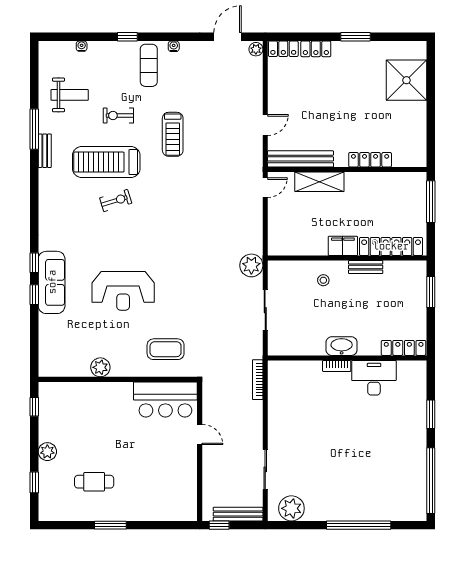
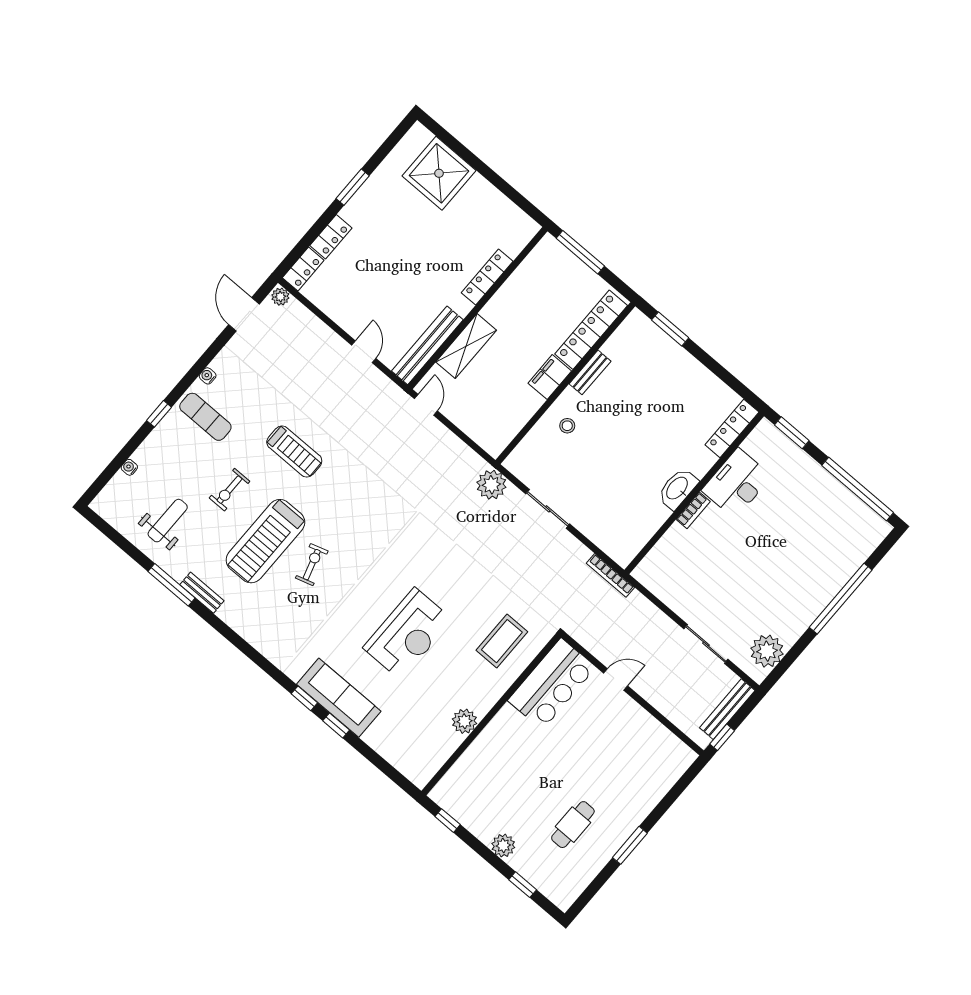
washbasin: (342, 346) -> (678, 489), moved
locker: (404, 348) -> (732, 428), moved
wall: (347, 358) -> (694, 493), moved
bookcase: (337, 366) -> (693, 510), moved
desk: (374, 378) -> (737, 483), moved

